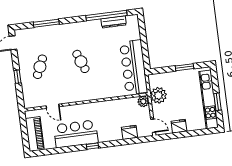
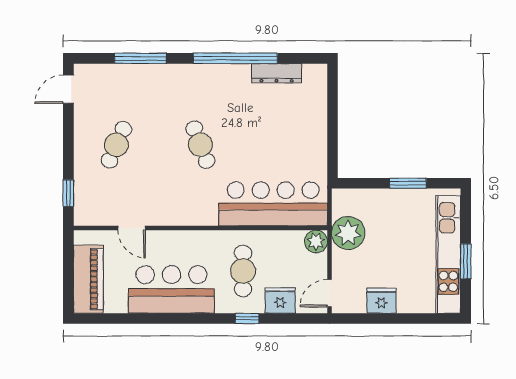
window: (106, 15) -> (235, 58), moved
bar counter: (134, 67) -> (273, 204), moved, turned 90
window: (17, 77) -> (68, 193), moved
cafe table: (110, 120) -> (243, 271), added
door: (153, 126) -> (329, 293), swing flipped
window: (92, 146) -> (247, 318), moved

